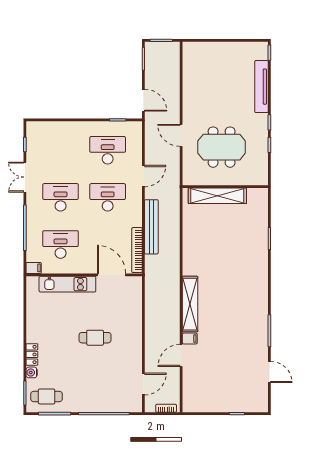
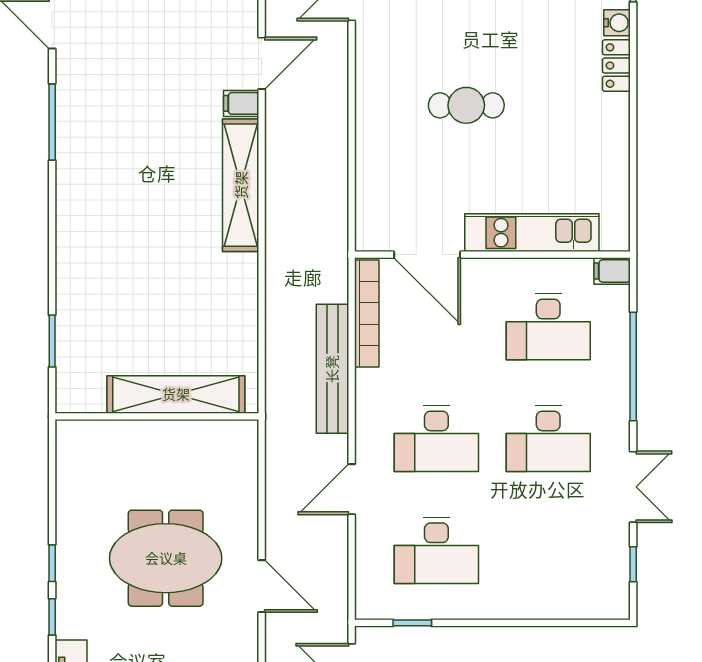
wall: (225, 187) -> (157, 416), moved
shelving: (217, 196) -> (176, 394), moved

